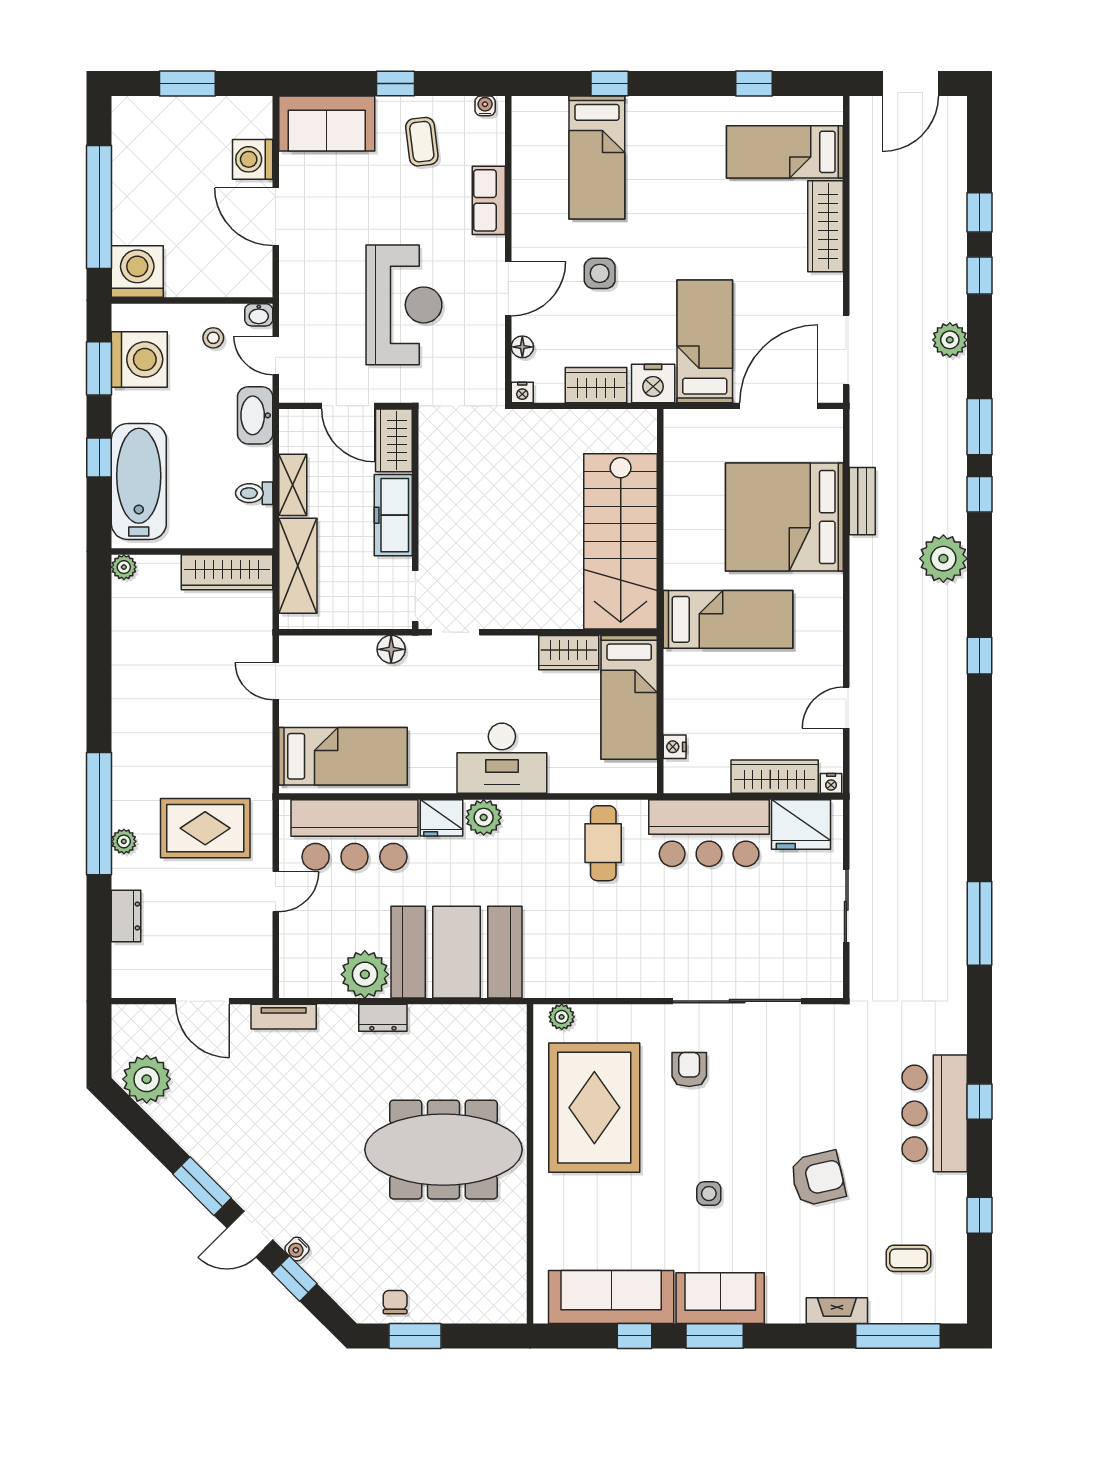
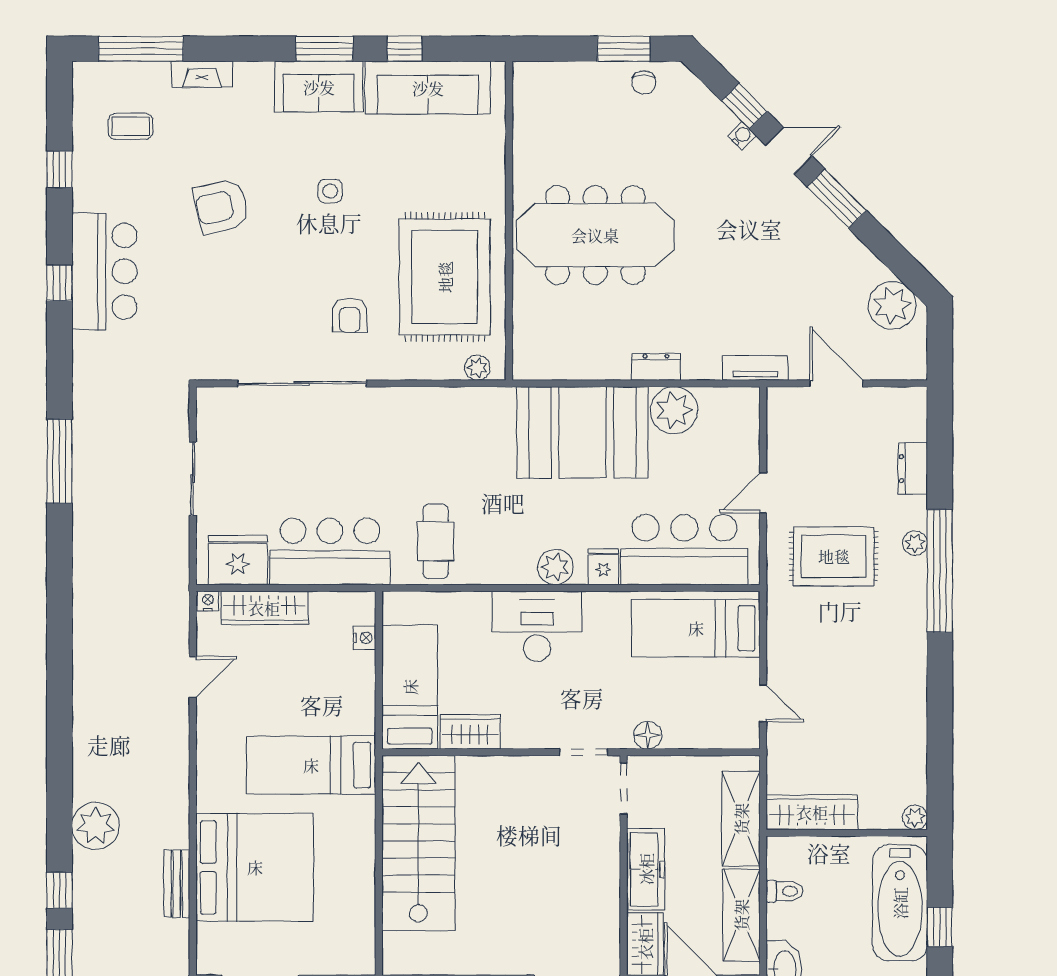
shelving: (293, 485) -> (741, 915), width x1.50, depth x1.33
window: (980, 656) -> (59, 729), removed
fridge: (442, 818) -> (603, 567), width x0.72

